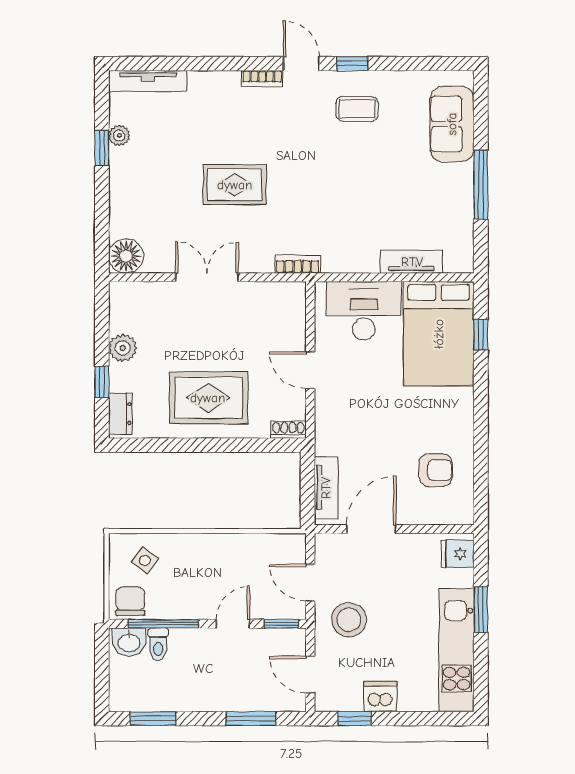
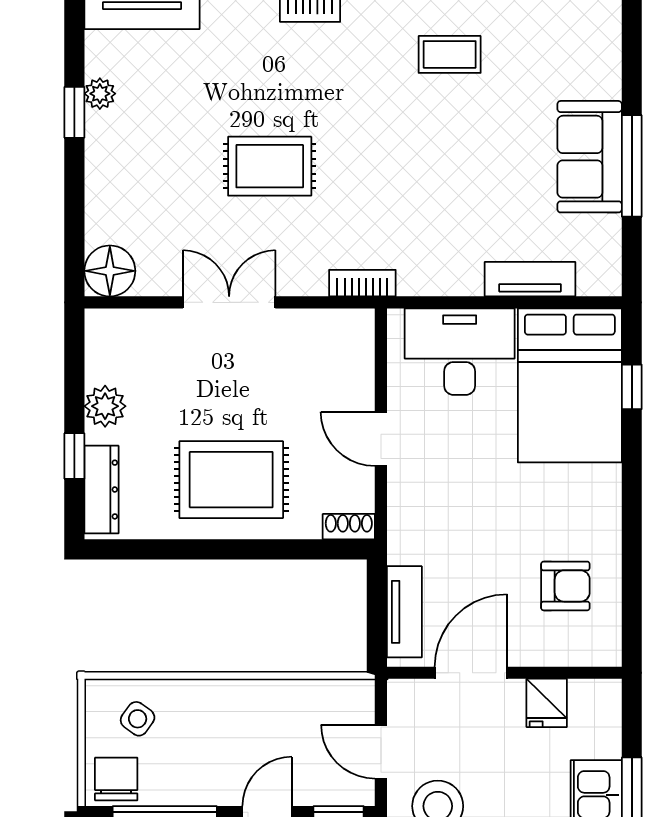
sofa: (452, 124) -> (590, 157), moved
dresser: (120, 414) -> (101, 490), width x1.44
fridge: (458, 554) -> (547, 703), moved, turned -90

